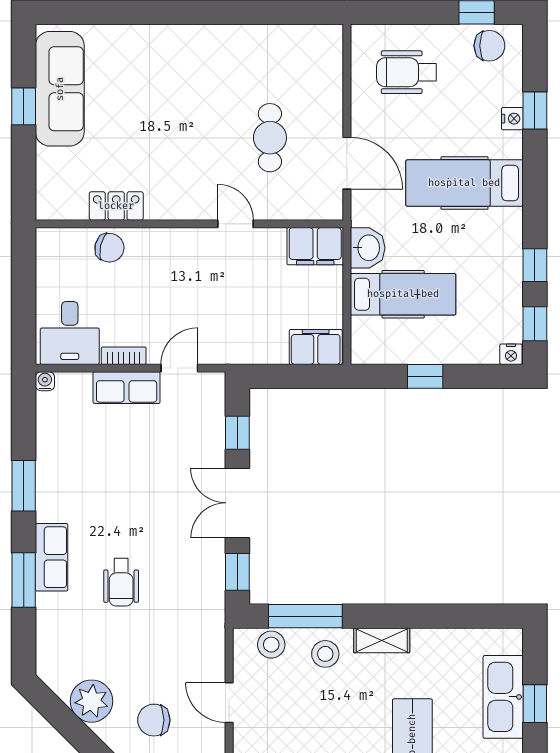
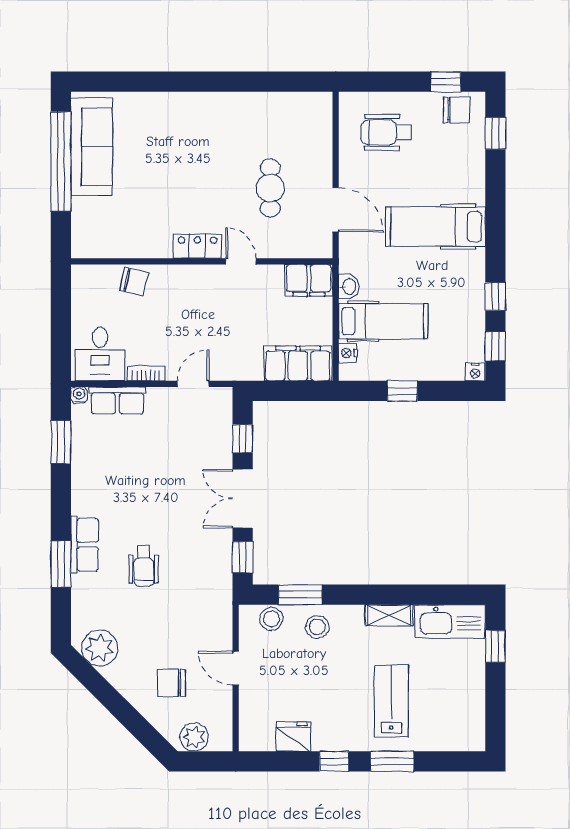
window: (24, 106) -> (61, 162), width x3.17
window: (535, 110) -> (495, 133), moved
nightstand: (512, 119) -> (348, 353), moved, turned 180
locker: (116, 206) -> (197, 246), moved
washbasin: (368, 248) -> (349, 287), width x0.72, depth x0.69
filing cabinet: (316, 347) -> (298, 364), width x1.50, depth x1.17
row of seats: (127, 388) -> (117, 401), moved
window: (24, 486) -> (61, 442), moved
window: (305, 616) -> (300, 595), width x0.69
shelving: (382, 640) -> (389, 615), moved
kitchen sink: (503, 697) -> (450, 622), moved, turned -90
plant: (91, 701) -> (100, 648), moved
window: (535, 704) -> (495, 646), moved

